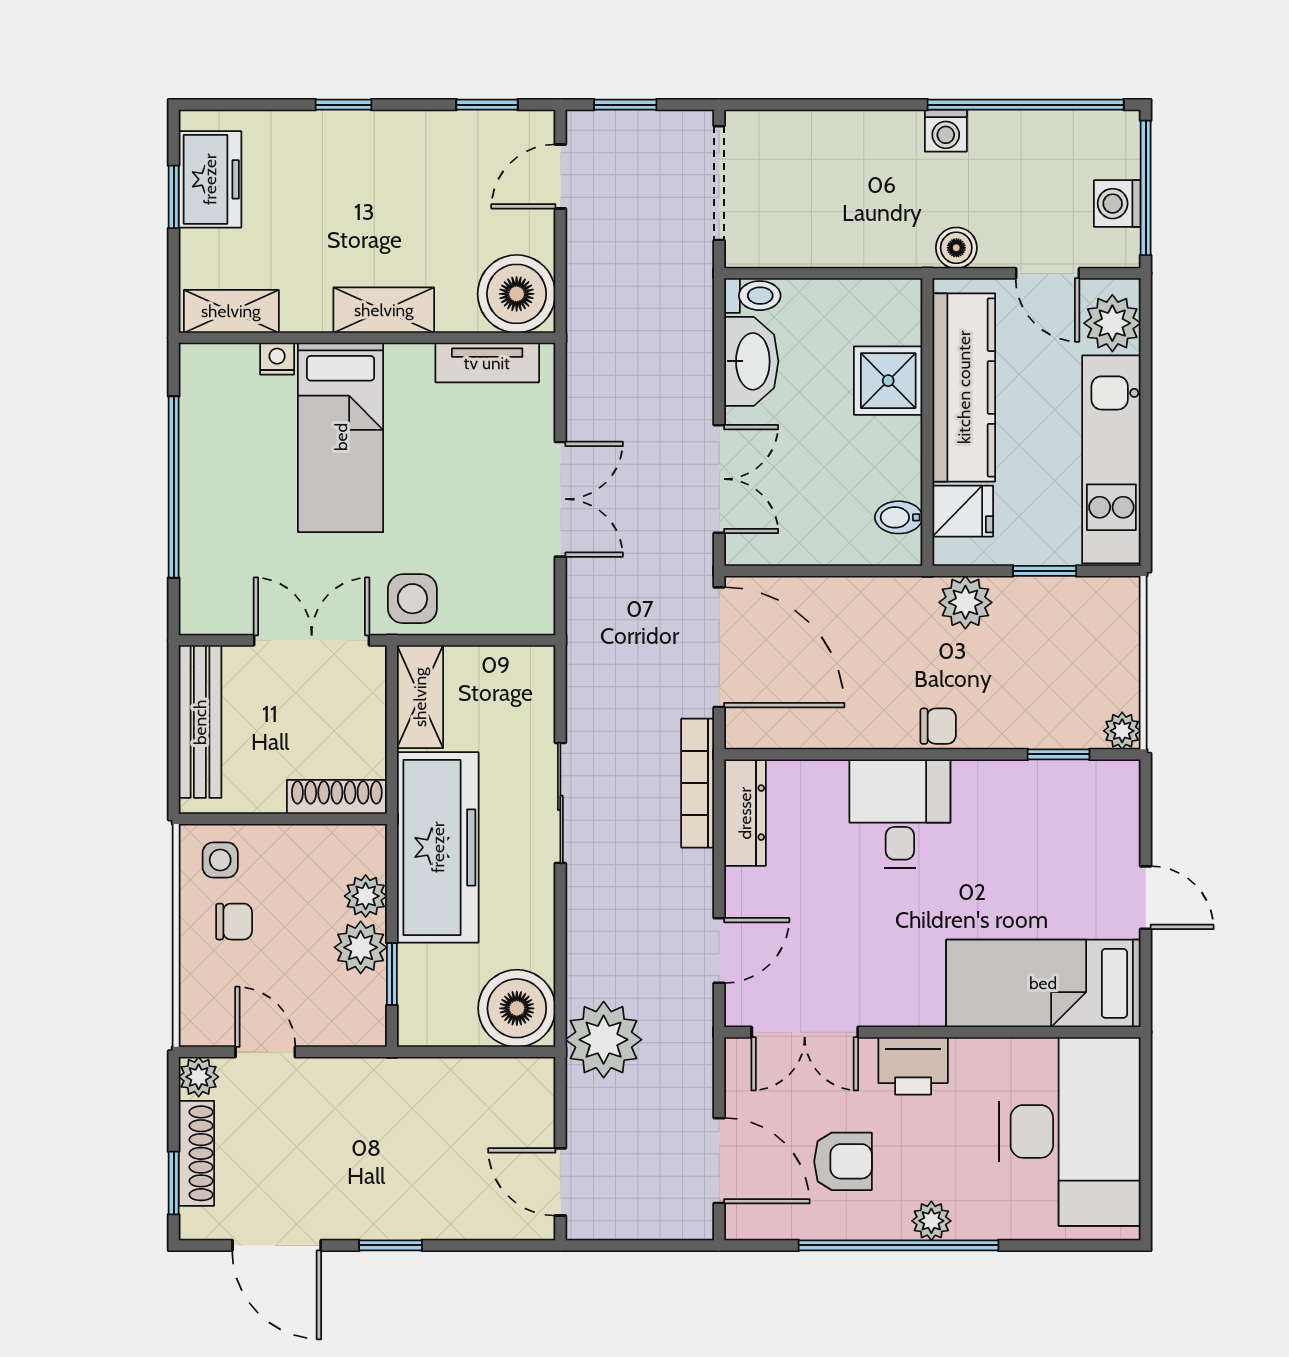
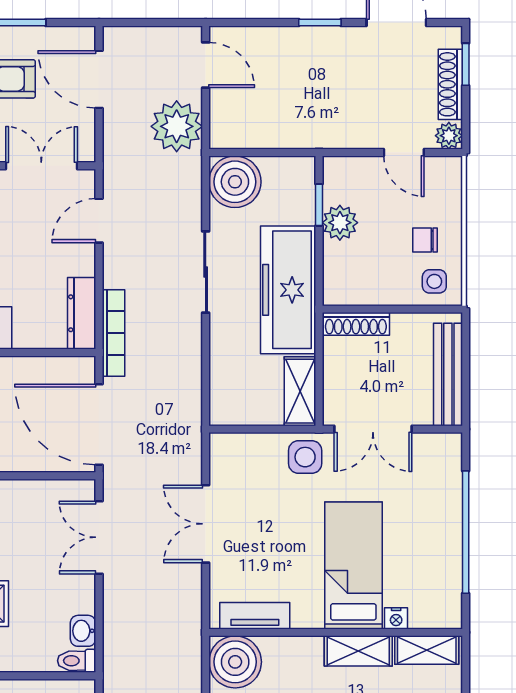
shelving: (384, 310) -> (358, 651), moved
washbasin: (751, 361) -> (83, 631), width x0.52, depth x0.69
sliding door: (560, 803) -> (206, 272), moved
plant: (366, 896) -> (337, 257), removed
plant: (604, 1040) -> (177, 126), moved

